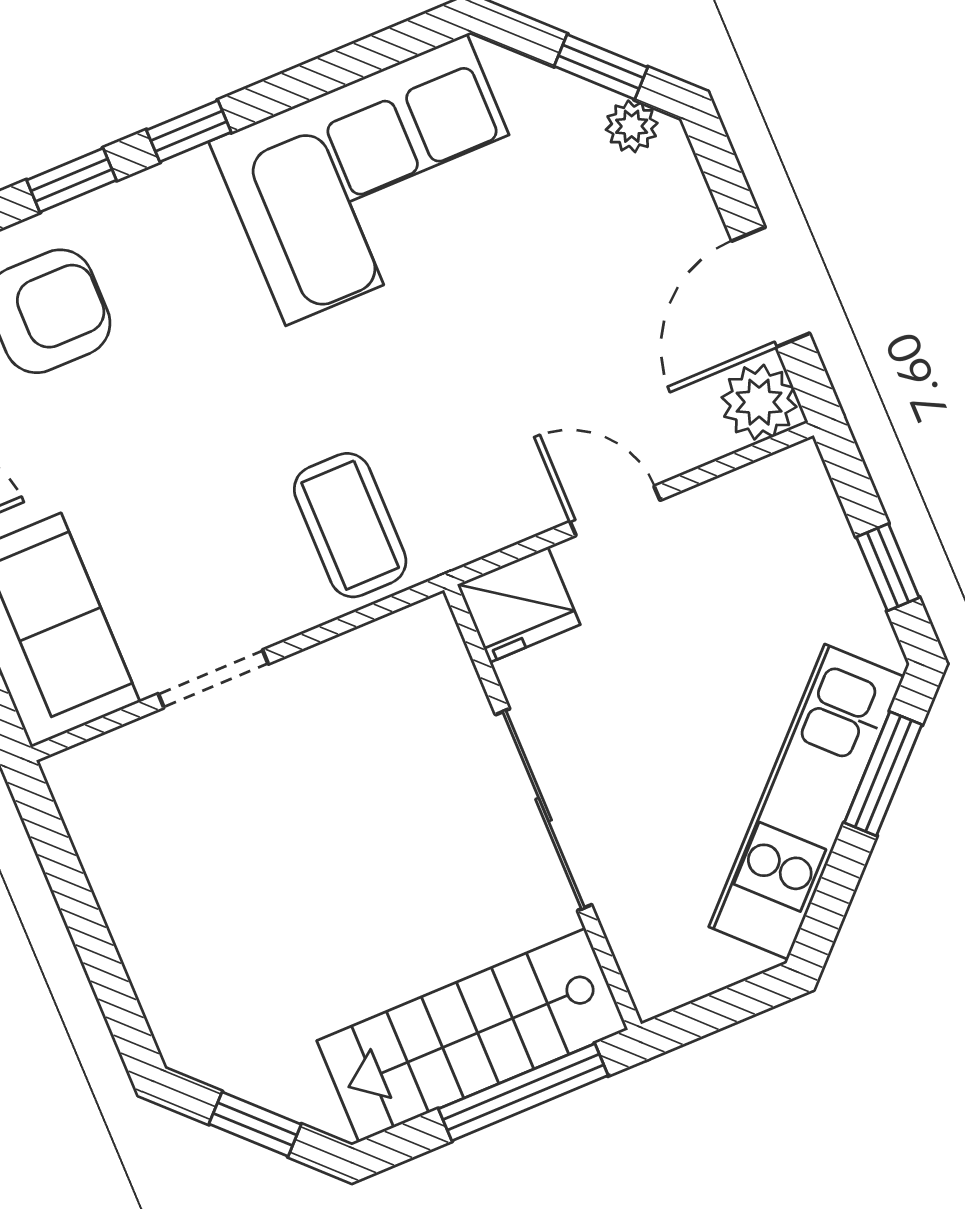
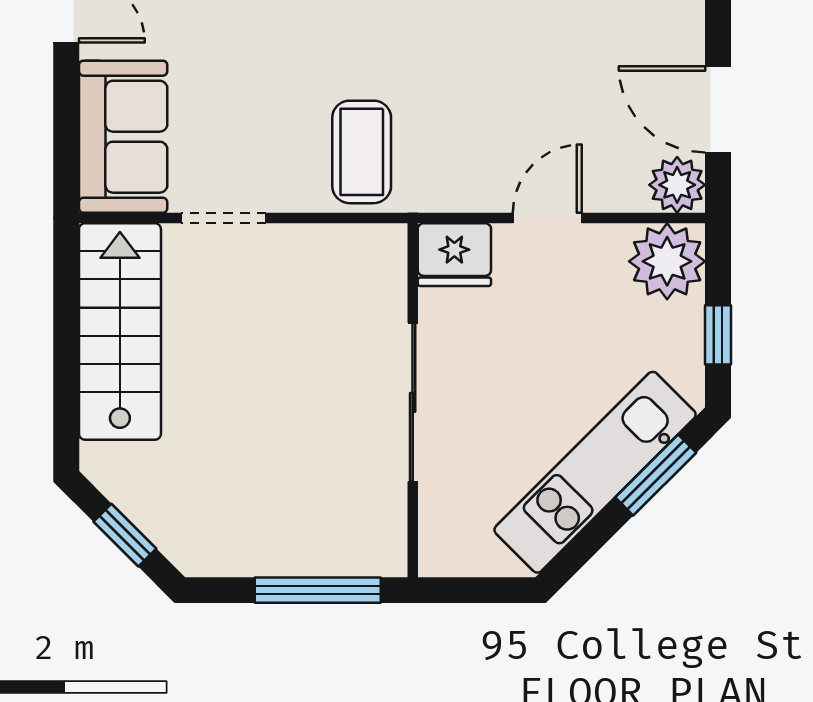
door: (771, 287) -> (718, 109), hinge flipped
plant: (786, 502) -> (667, 261), added
door: (615, 511) -> (547, 218), hinge flipped
stairs: (472, 1035) -> (120, 331), moved, turned 90

